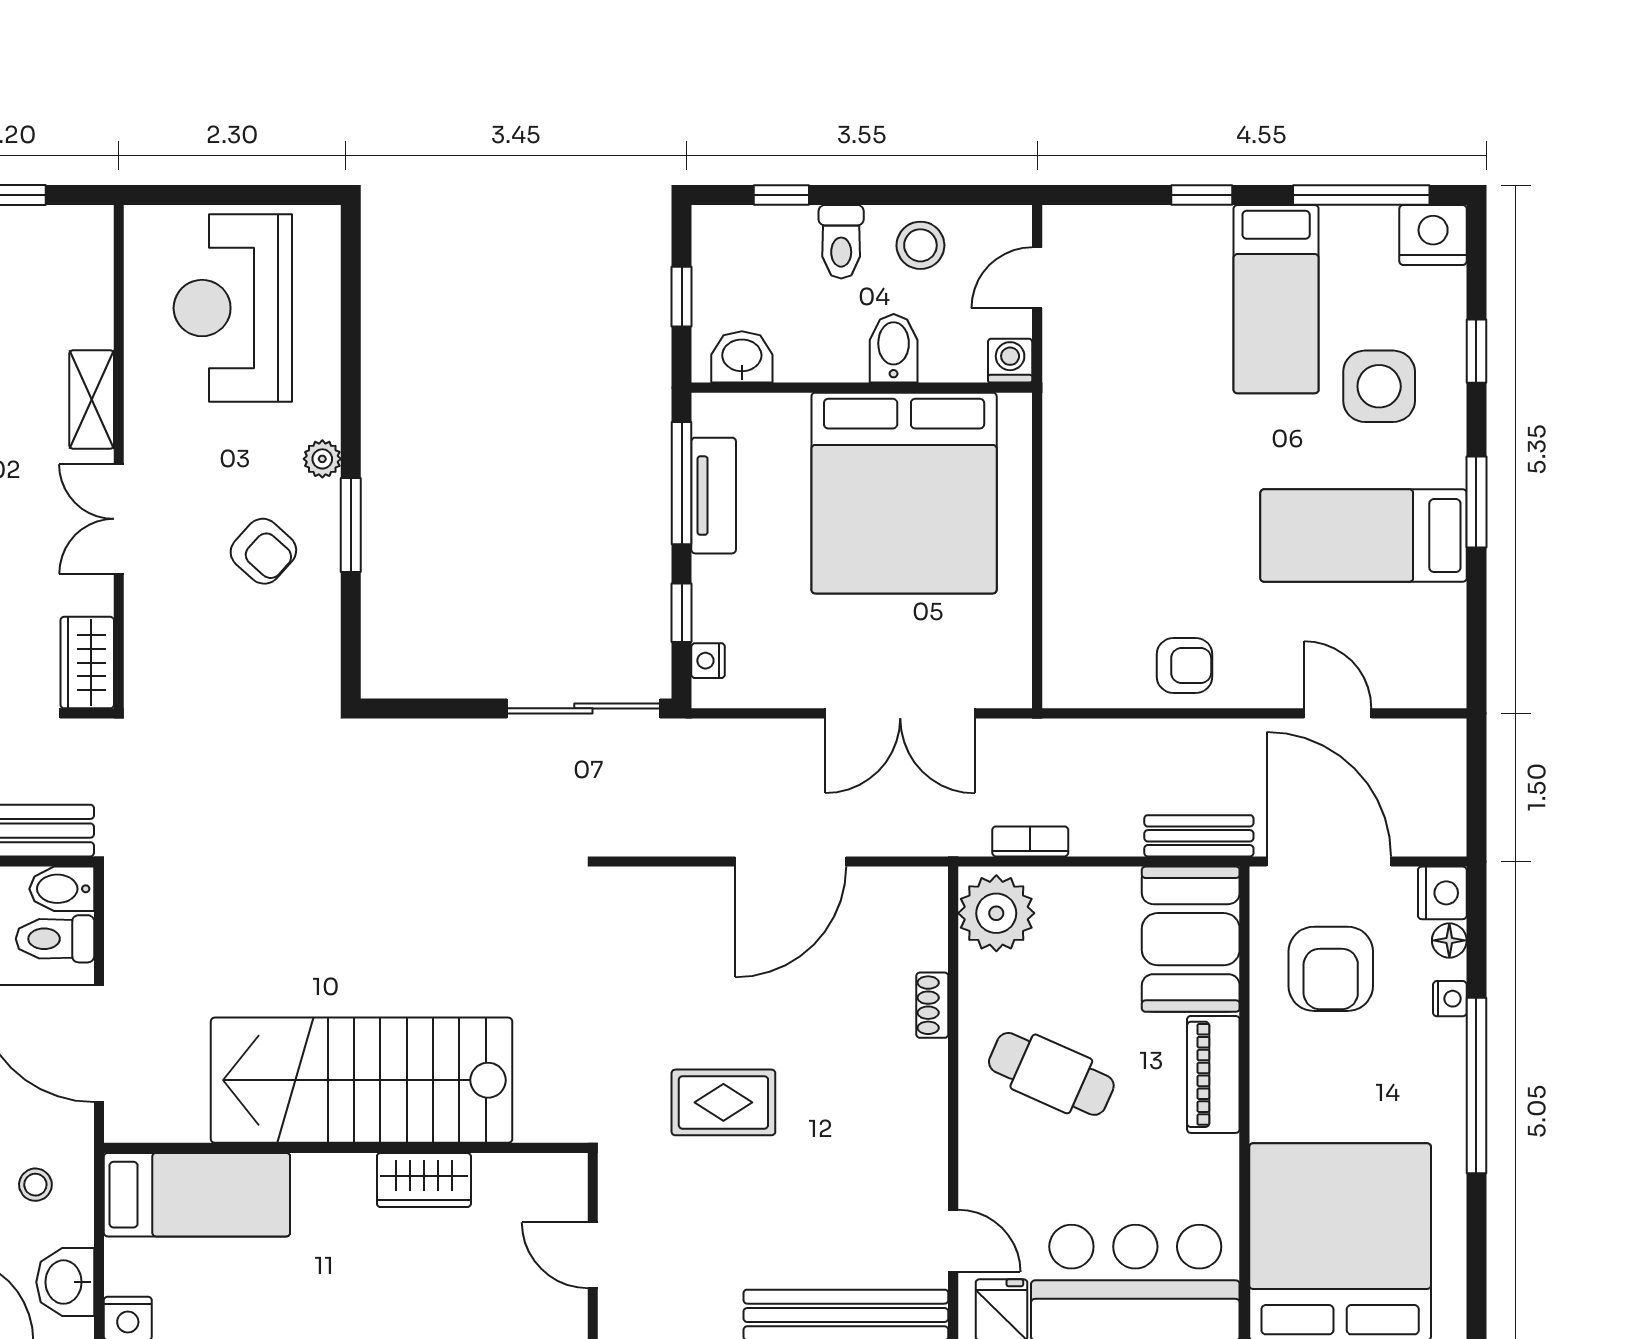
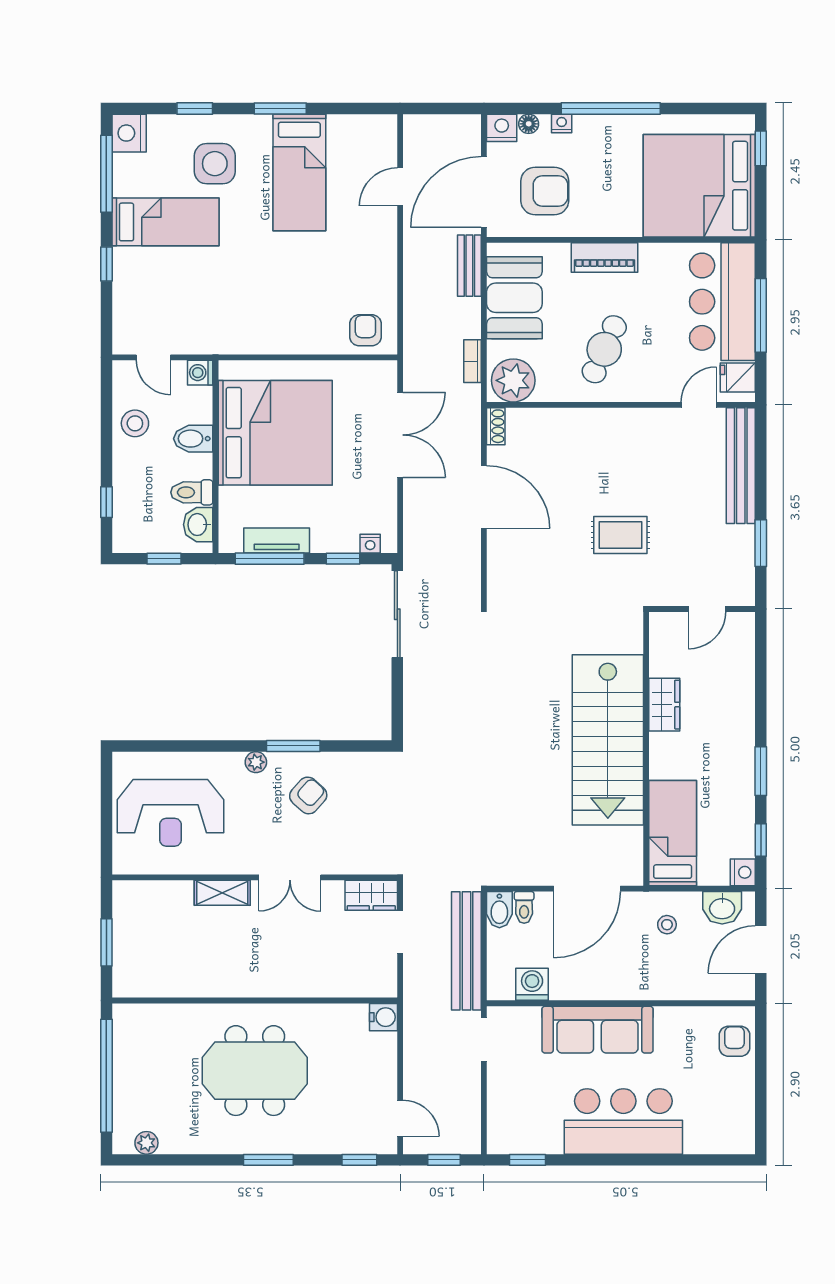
toilet: (841, 242) -> (192, 492), moved, turned 180
armchair: (1185, 665) -> (365, 330), moved
toilet: (55, 939) -> (524, 907), width x0.73, depth x0.72
booth: (1191, 939) -> (514, 298), moved, turned 90
shoe rack: (932, 1005) -> (496, 426), moved, turned -90
rug: (723, 1102) -> (620, 535), turned 90

